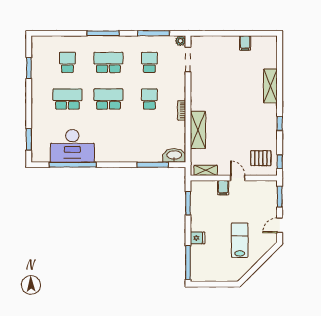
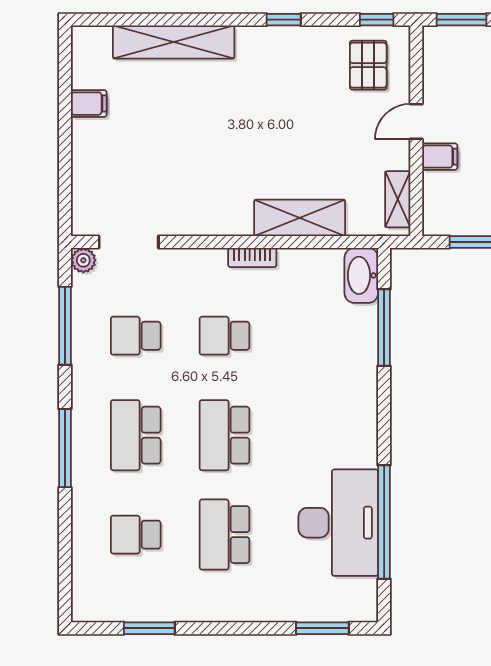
shelving: (270, 86) -> (174, 42), width x1.47

